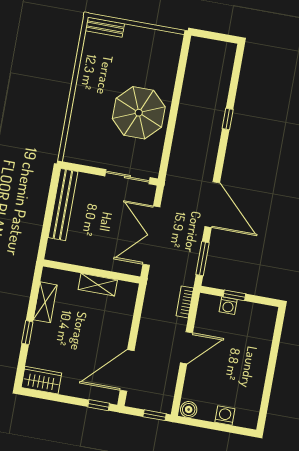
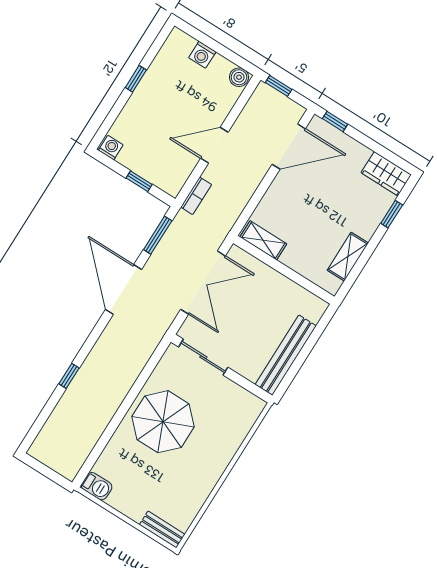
barbecue: (171, 40) -> (97, 486), added
shelving: (98, 285) -> (263, 240), moved
washing machine: (228, 306) -> (111, 148), moved
window: (27, 333) -> (392, 214), moved
window: (270, 375) -> (136, 79), added

